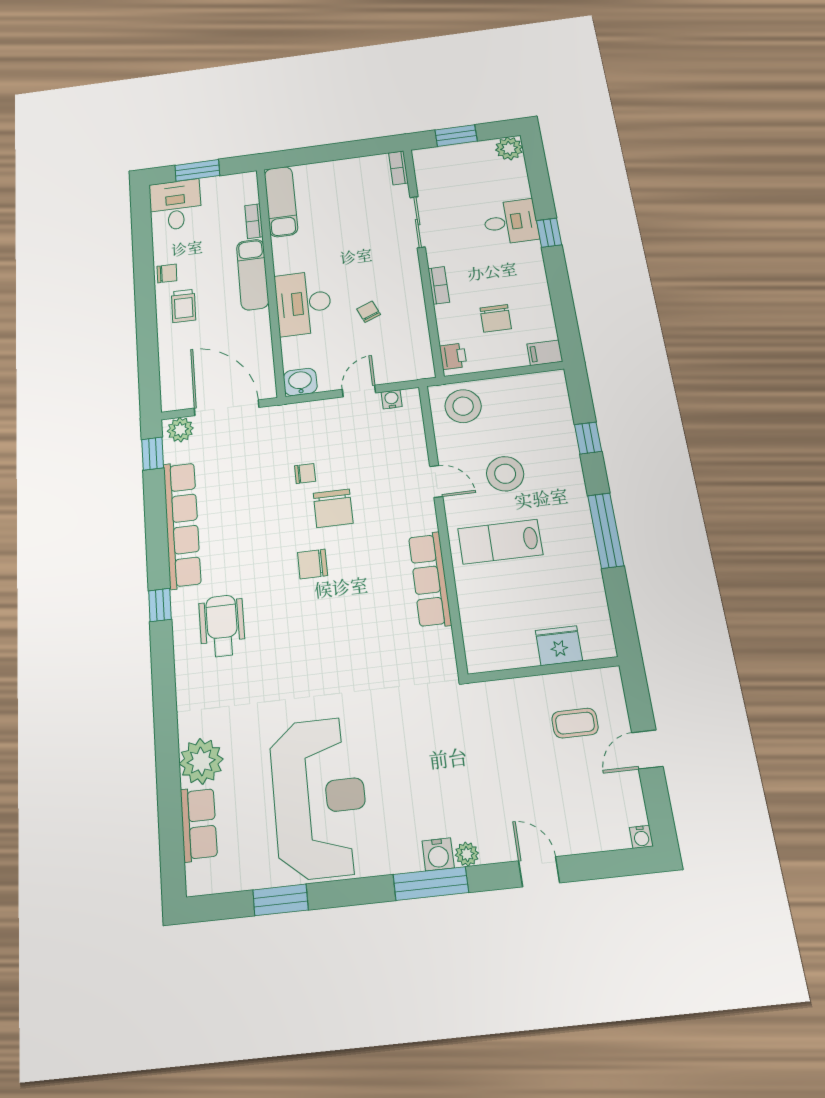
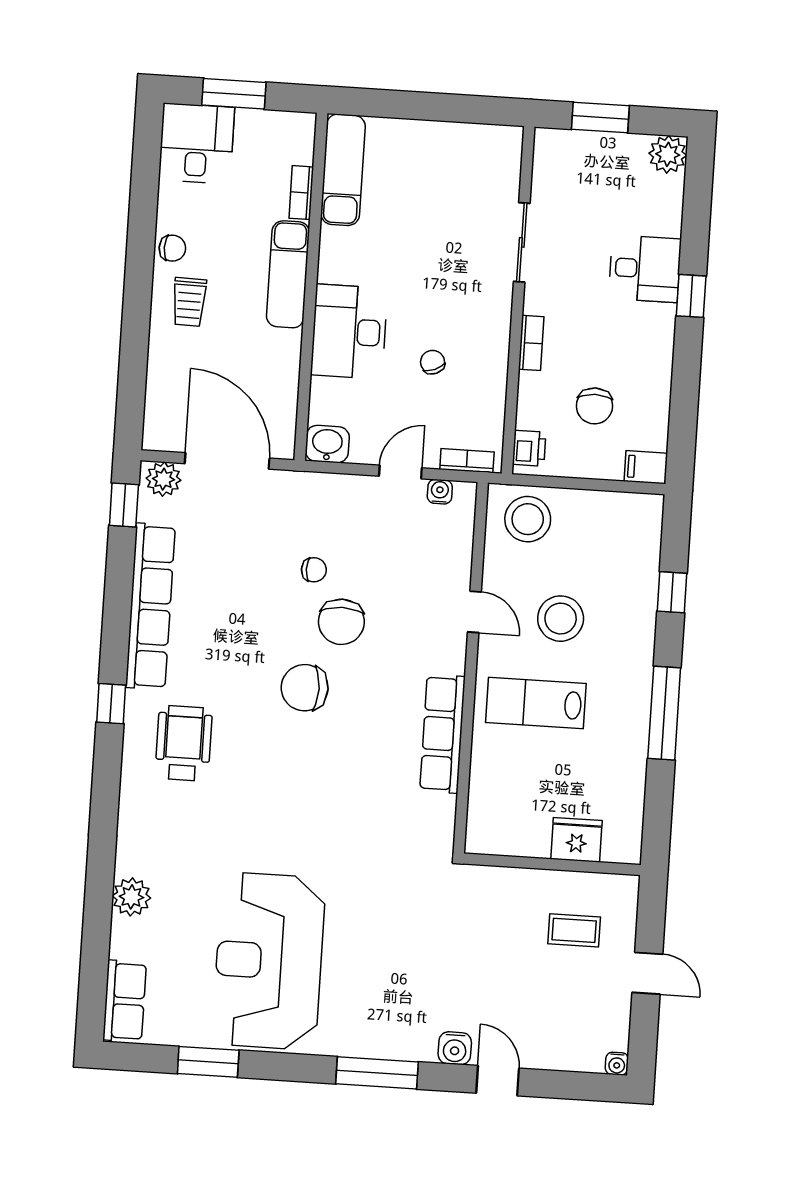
bookcase: (398, 168) -> (467, 461), moved, turned 90
chair: (312, 564) -> (305, 688), width x1.37, depth x1.37
door: (647, 749) -> (647, 973), swing flipped
plant: (201, 761) -> (131, 897), width x0.73, depth x0.73
reception desk: (319, 798) -> (269, 961), turned 180
row of seats: (199, 824) -> (125, 1001), moved
water cooler: (438, 854) -> (455, 1048), moved
plant: (467, 854) -> (423, 1049), removed

